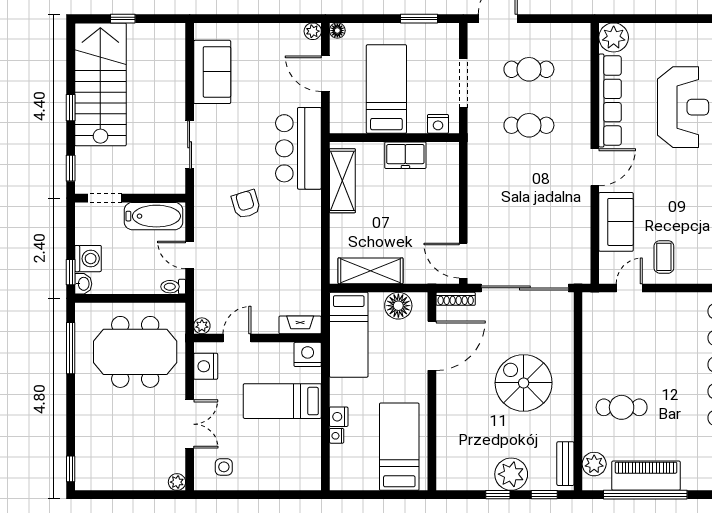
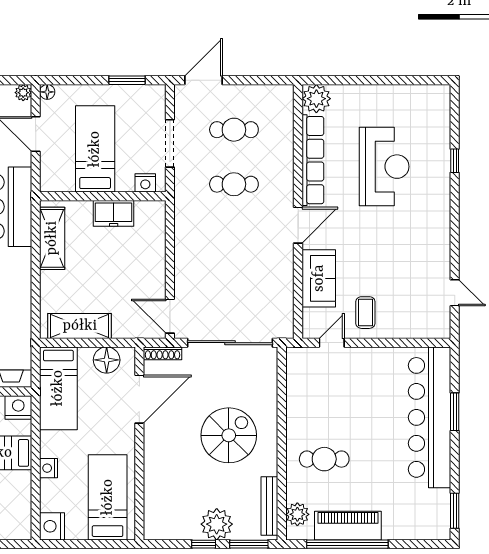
spiral stairs: (524, 383) -> (229, 435), turned 90
nightstand: (337, 436) -> (52, 526), moved, width x1.89, depth x1.79
bench: (565, 464) -> (269, 506), width x1.36
window: (544, 495) -> (249, 544), width x1.50

